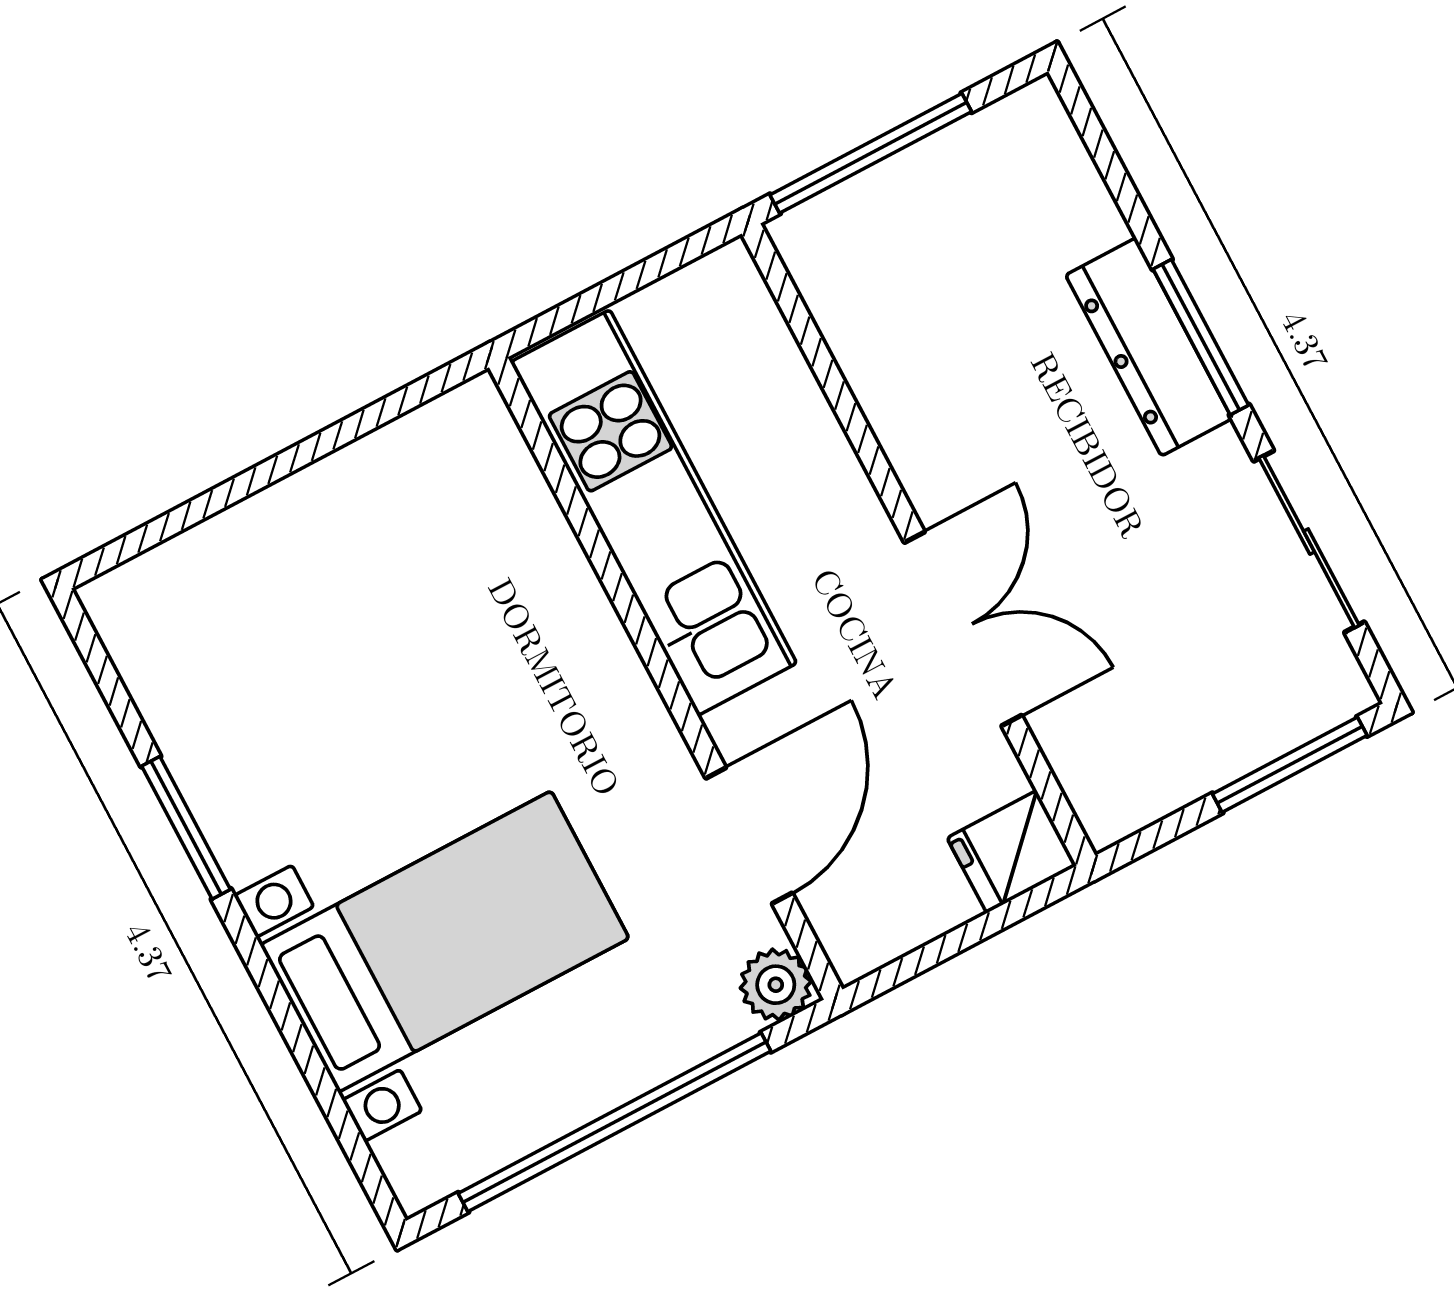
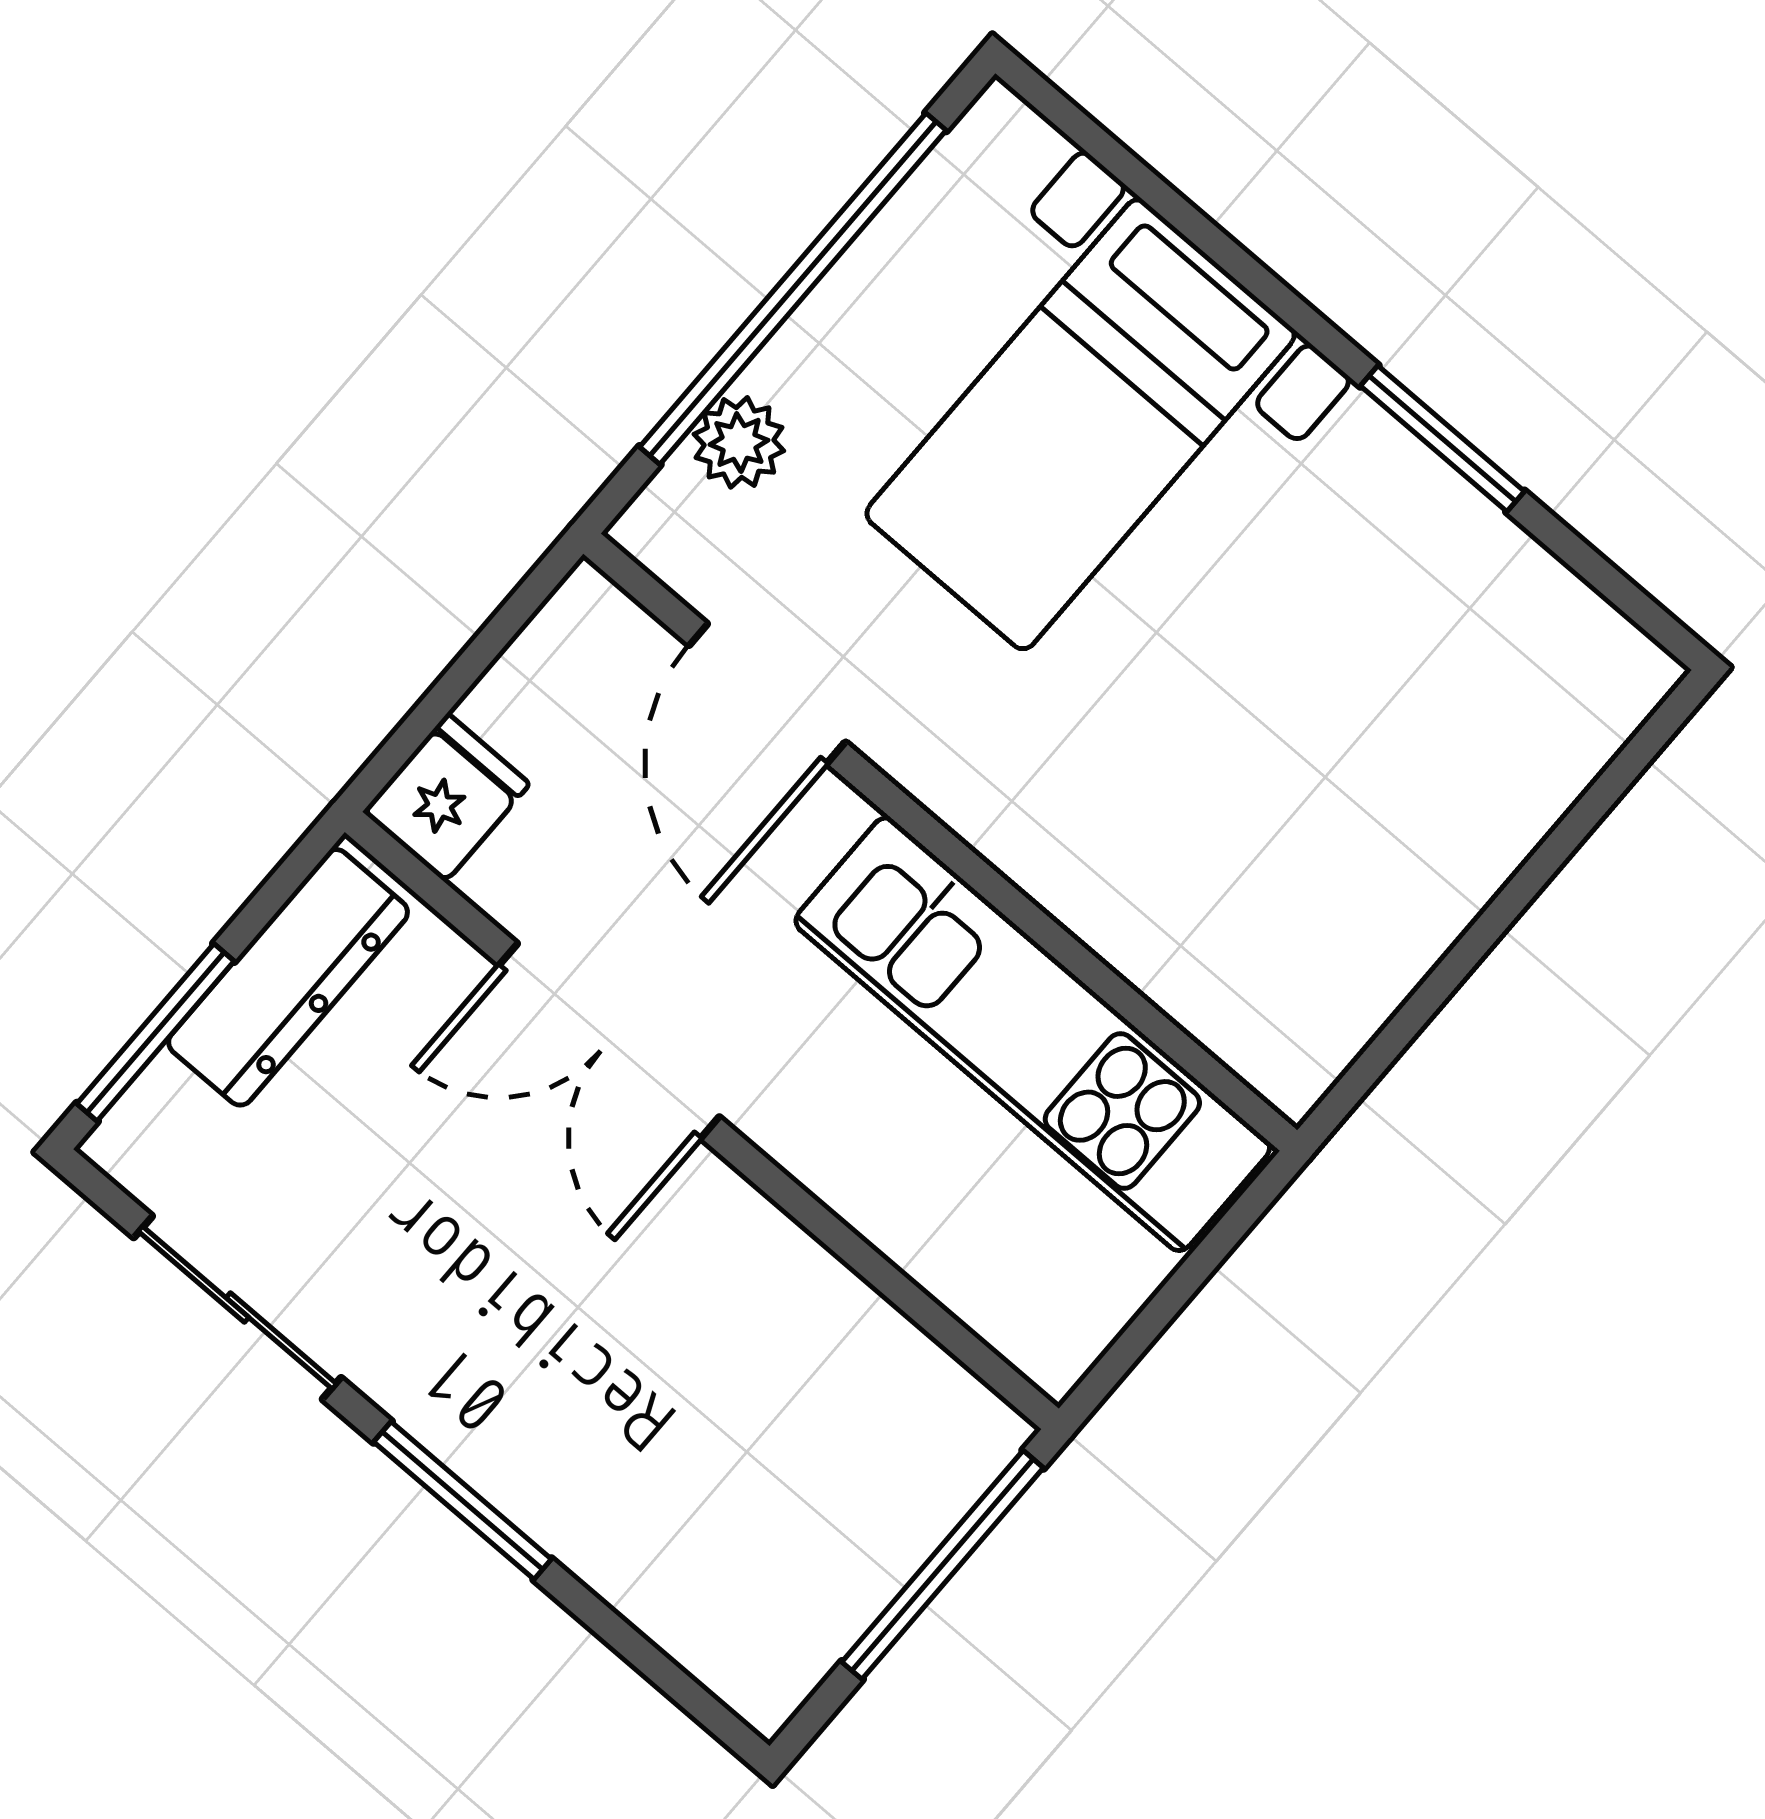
dresser: (1149, 347) -> (288, 977), moved, turned 90
plant: (776, 985) -> (739, 442), moved

